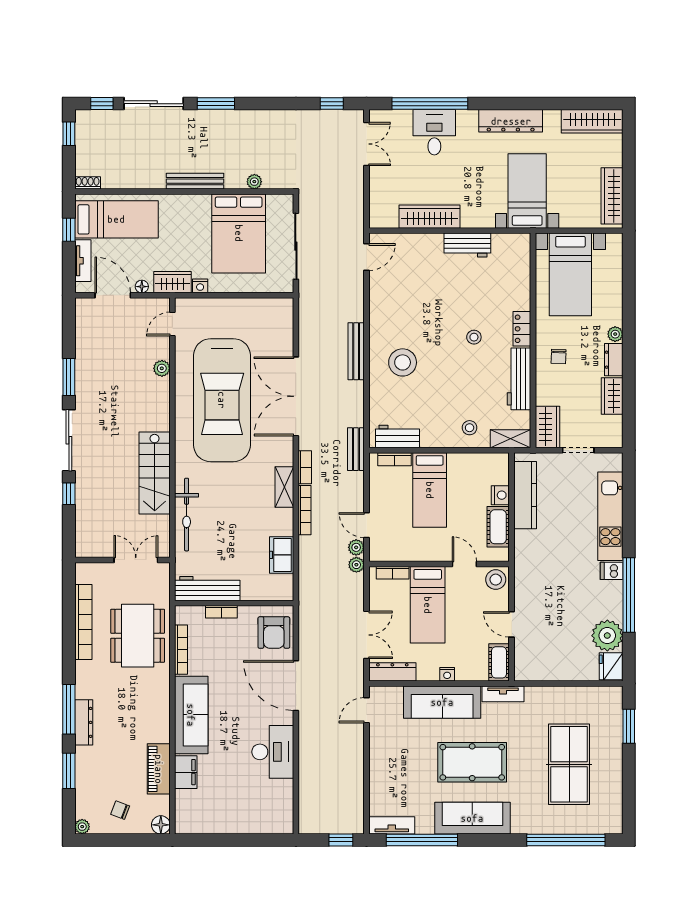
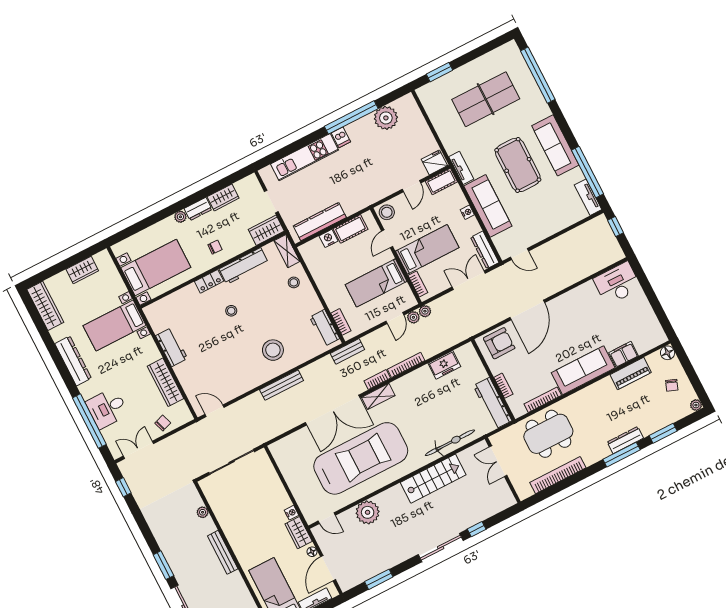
chair: (383, 189) -> (163, 423), added
wardrobe: (612, 196) -> (82, 270), width x0.67
bed: (239, 233) -> (243, 505), removed
plant: (162, 368) -> (368, 512), width x1.88, depth x1.88
window: (69, 377) -> (379, 579), moved
shelving: (284, 487) -> (378, 396), moved
bed: (430, 490) -> (376, 283), moved, turned 180
fridge: (611, 666) -> (434, 162), moved, turned 180
desk: (273, 752) -> (617, 283), moved

